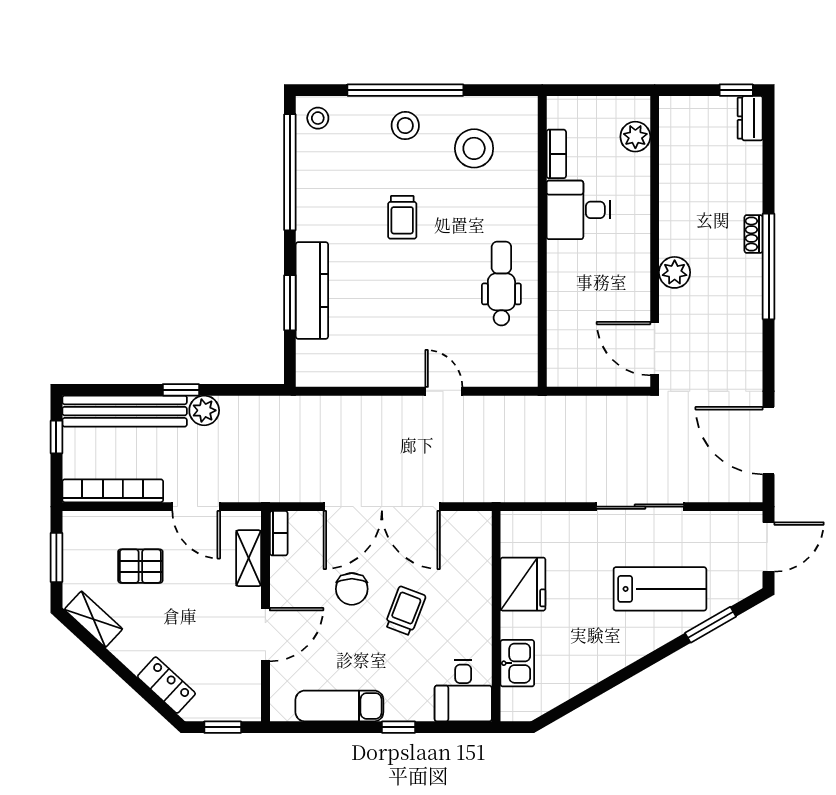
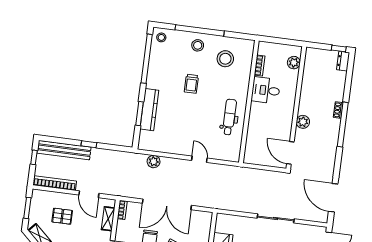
plant: (204, 410) -> (154, 162), moved

